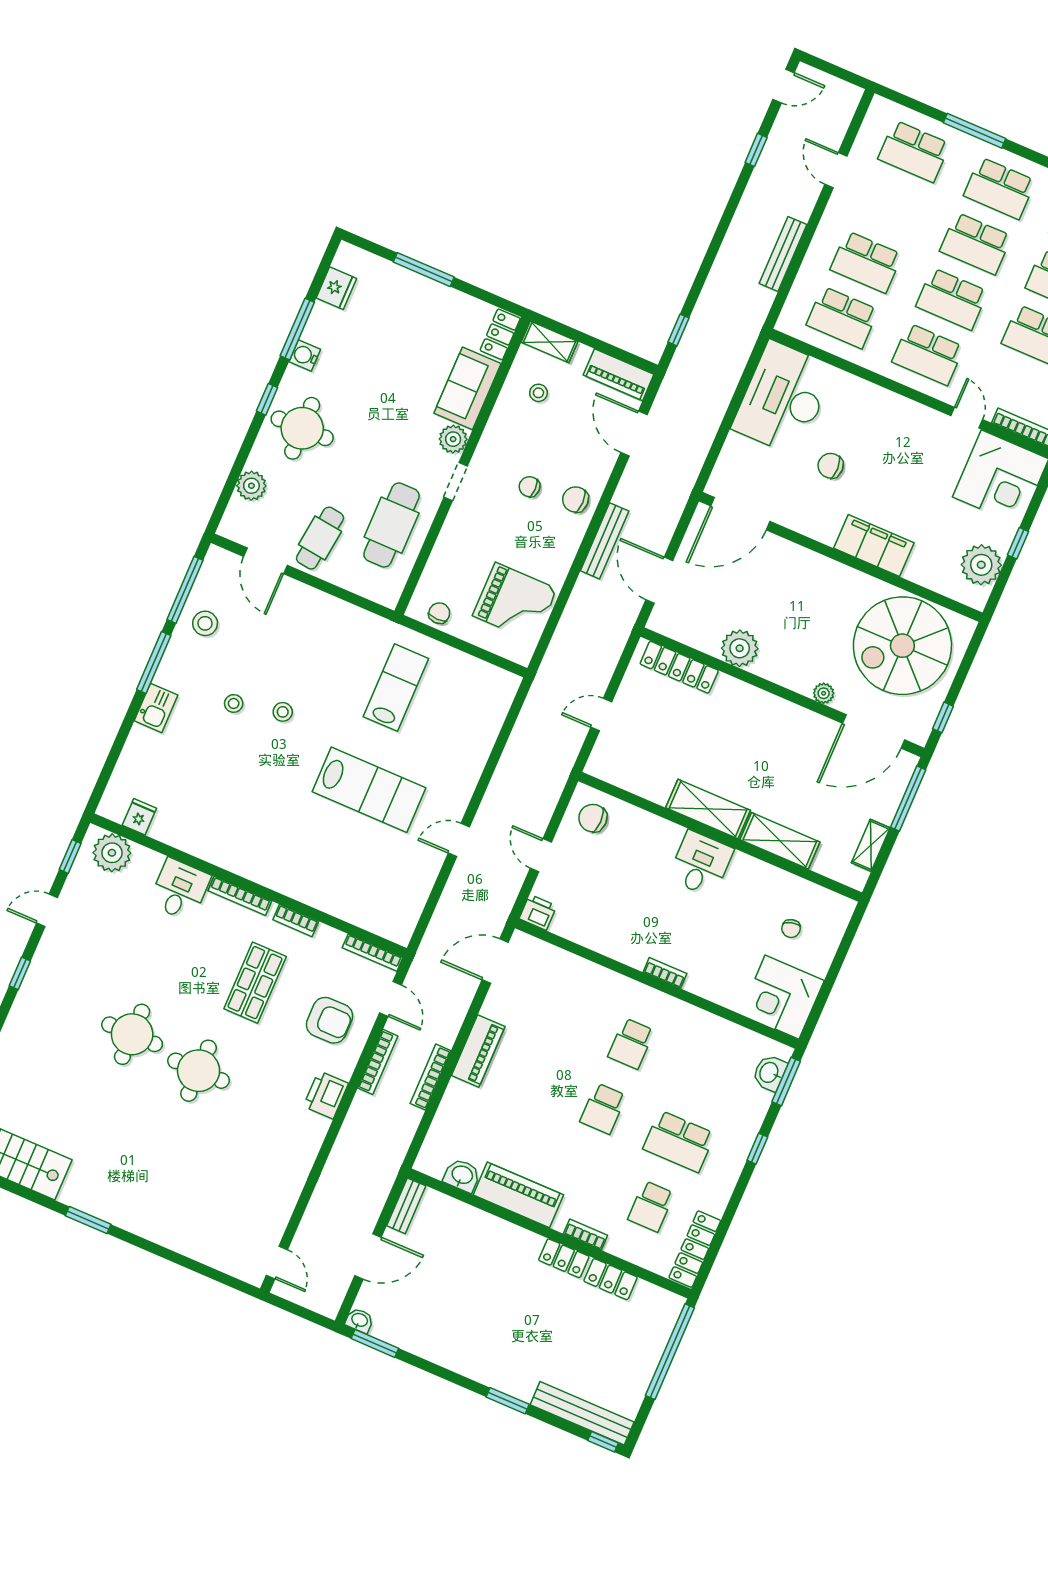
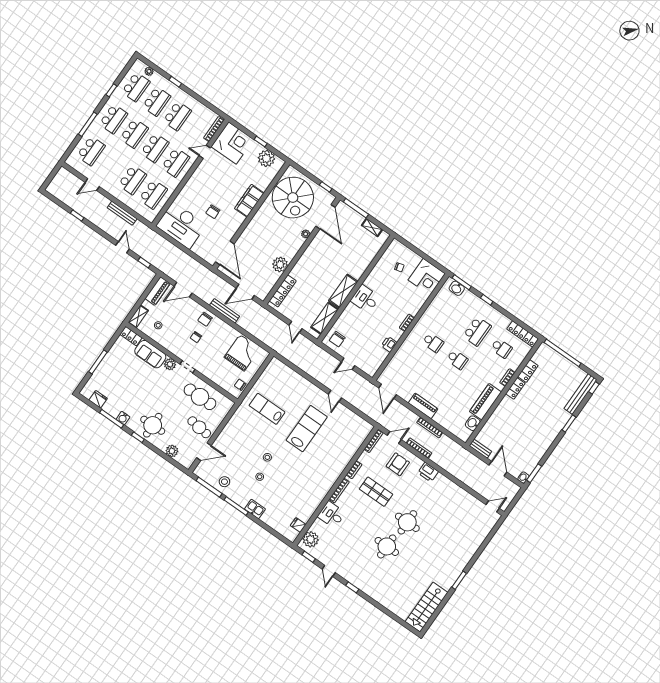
door: (784, 86) -> (122, 247), moved
shelving: (780, 841) -> (325, 318), moved
printer: (538, 912) -> (389, 344), moved

